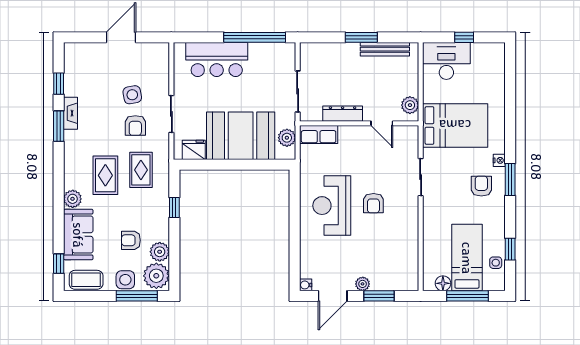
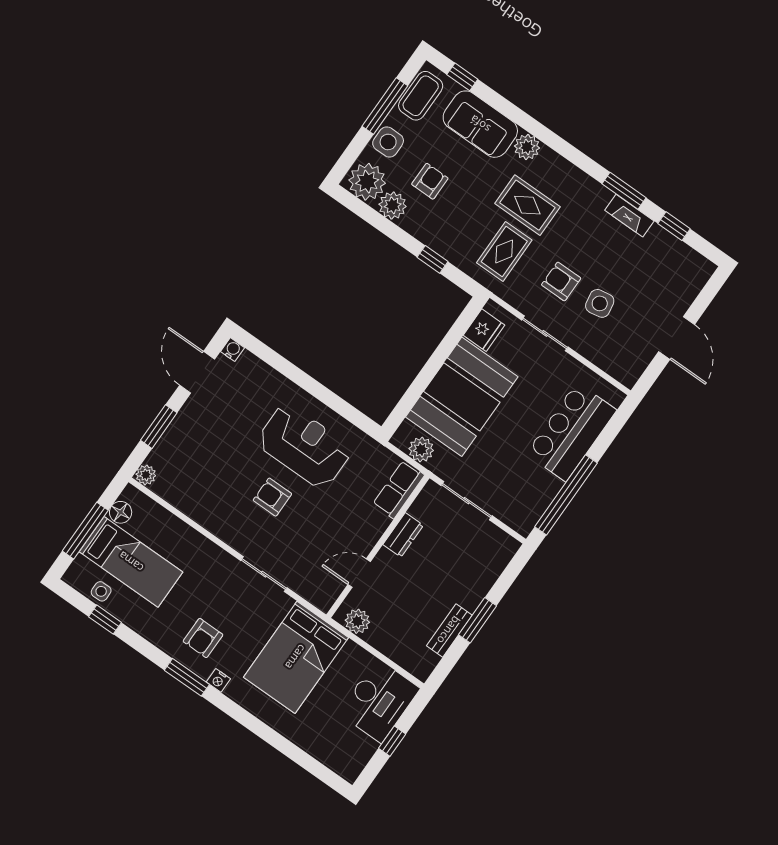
bench: (385, 49) -> (449, 630), width x0.73
dresser: (343, 114) -> (403, 535), width x0.70
rug: (141, 170) -> (504, 251), turned 90
armchair: (481, 186) -> (203, 638), turned 90
plant: (363, 284) -> (146, 475), moved
window: (137, 296) -> (385, 106), moved

